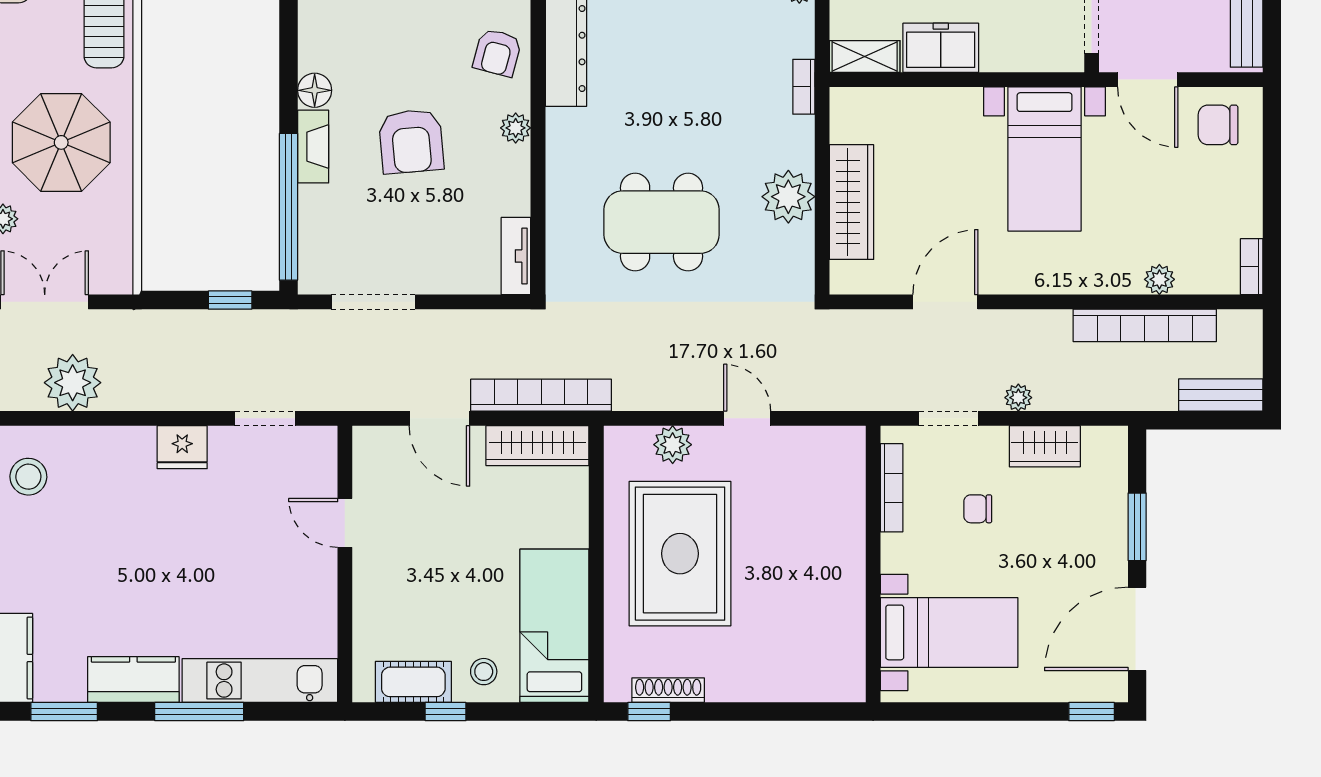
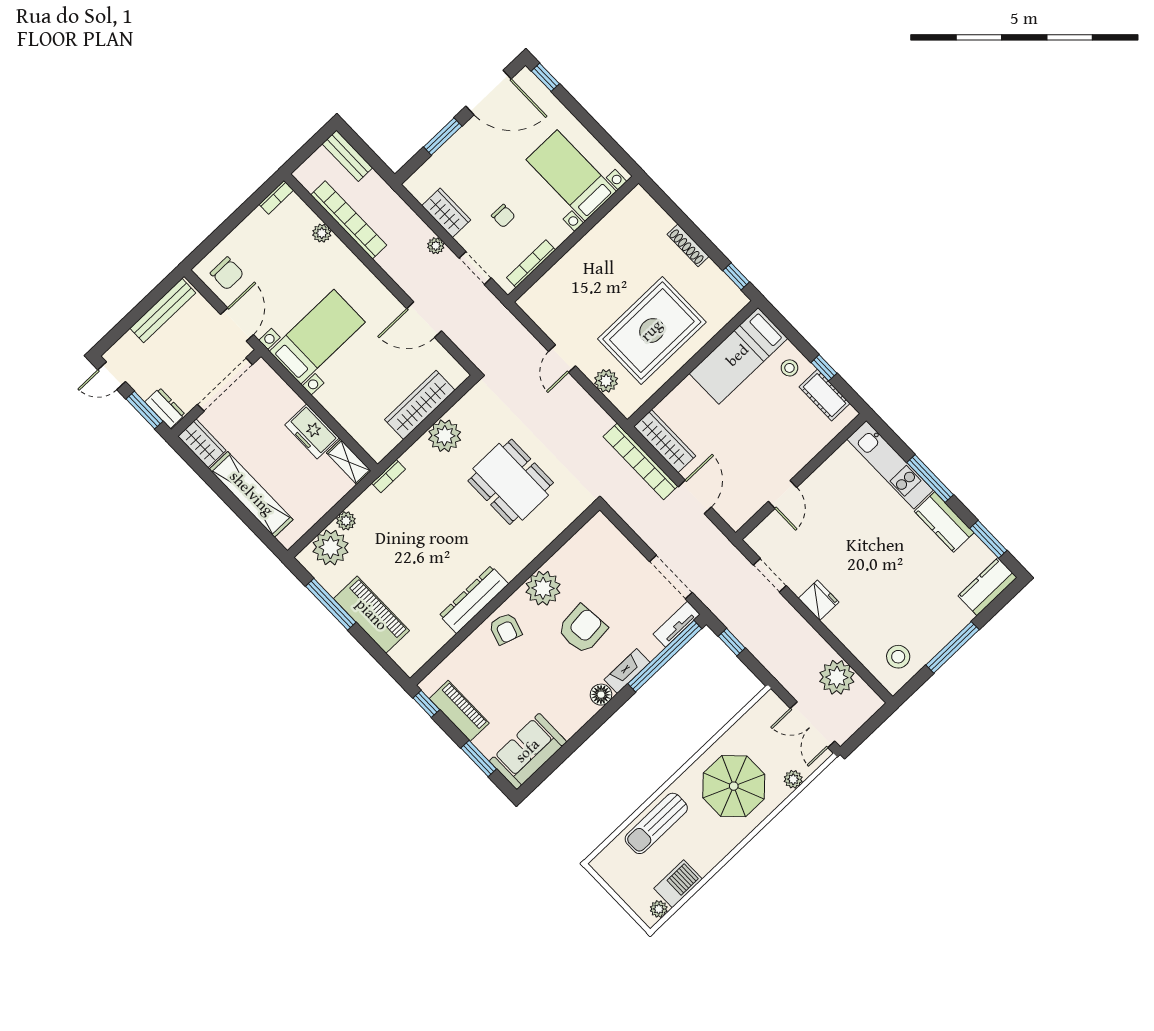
armchair: (497, 53) -> (505, 629), turned 93
plant: (516, 128) -> (543, 588), width x1.87, depth x1.87
tv unit: (516, 256) -> (677, 624), moved, turned 180
shoe rack: (668, 690) -> (688, 245), moved

